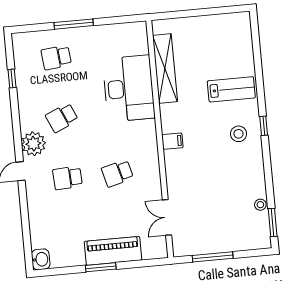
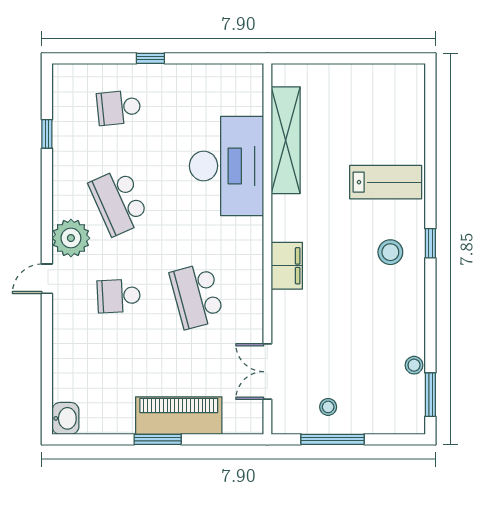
window: (74, 24) -> (150, 58), width x0.46
school desk: (62, 118) -> (119, 202), width x1.85
filing cabinet: (172, 141) -> (287, 266), width x2.00
school desk: (117, 173) -> (197, 296), width x1.85
stool: (208, 236) -> (328, 407), added

